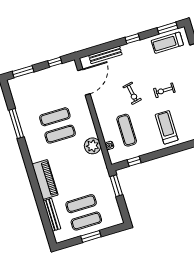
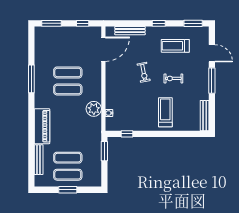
treadmill: (167, 43) -> (175, 46), moved
window: (16, 124) -> (31, 79), moved
exercise mat: (127, 130) -> (129, 104), removed

